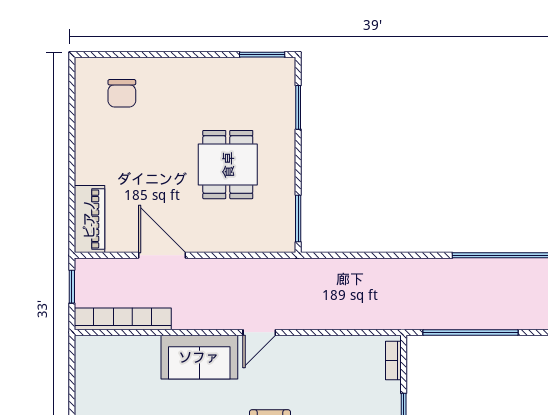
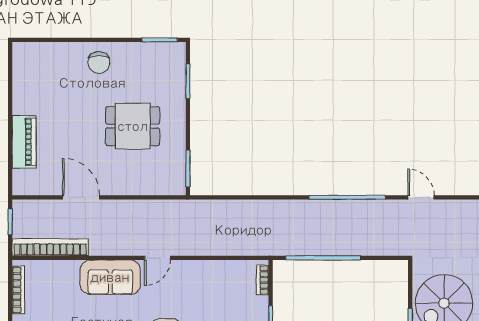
chair: (122, 93) -> (99, 63), moved
dining table: (228, 165) -> (133, 126), turned 90
piano: (89, 219) -> (24, 142), moved
bookcase: (82, 373) -> (18, 290), added

